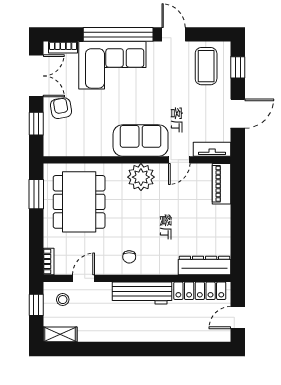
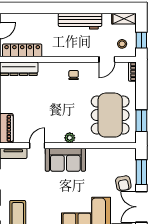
window: (36, 124) -> (141, 172), width x1.50
plant: (141, 177) -> (70, 138), width x0.53, depth x0.53
workbench: (142, 293) -> (80, 21), moved, turned 180

